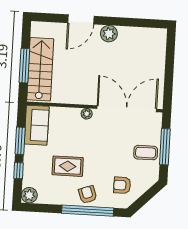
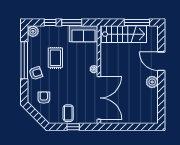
window: (24, 66) -> (137, 23), moved
window: (165, 147) -> (73, 127), width x0.46
window: (88, 211) -> (24, 60), moved

